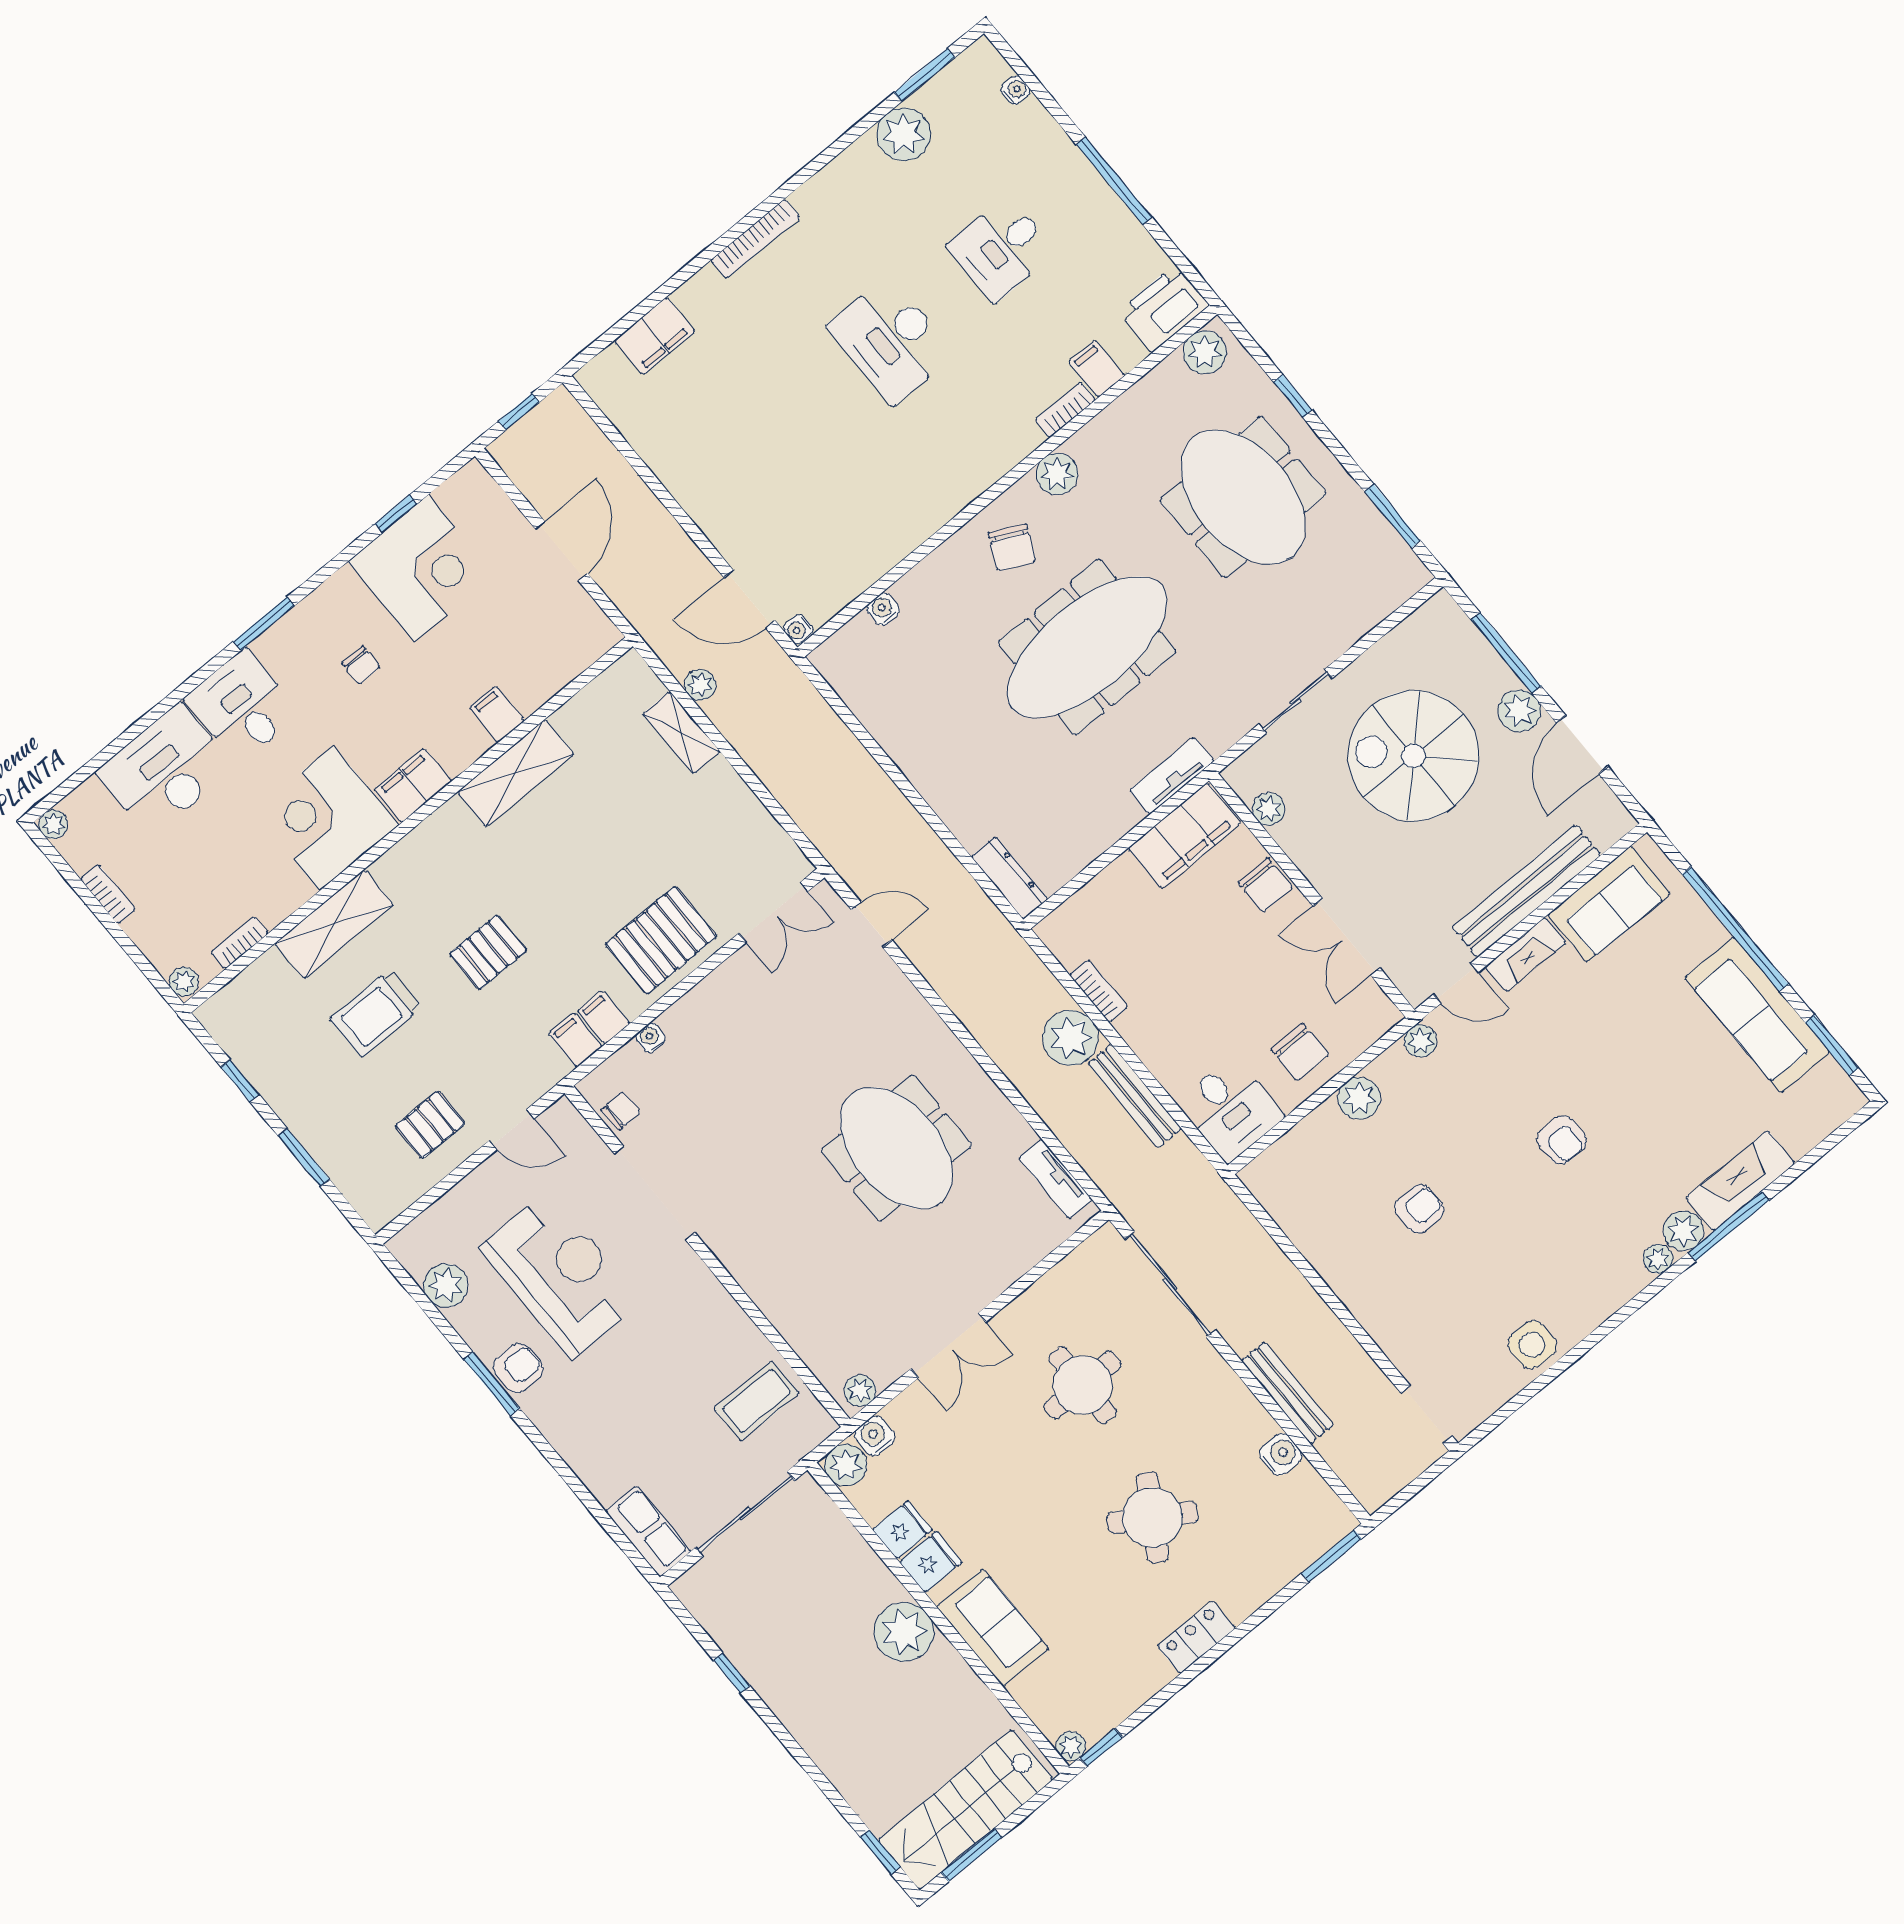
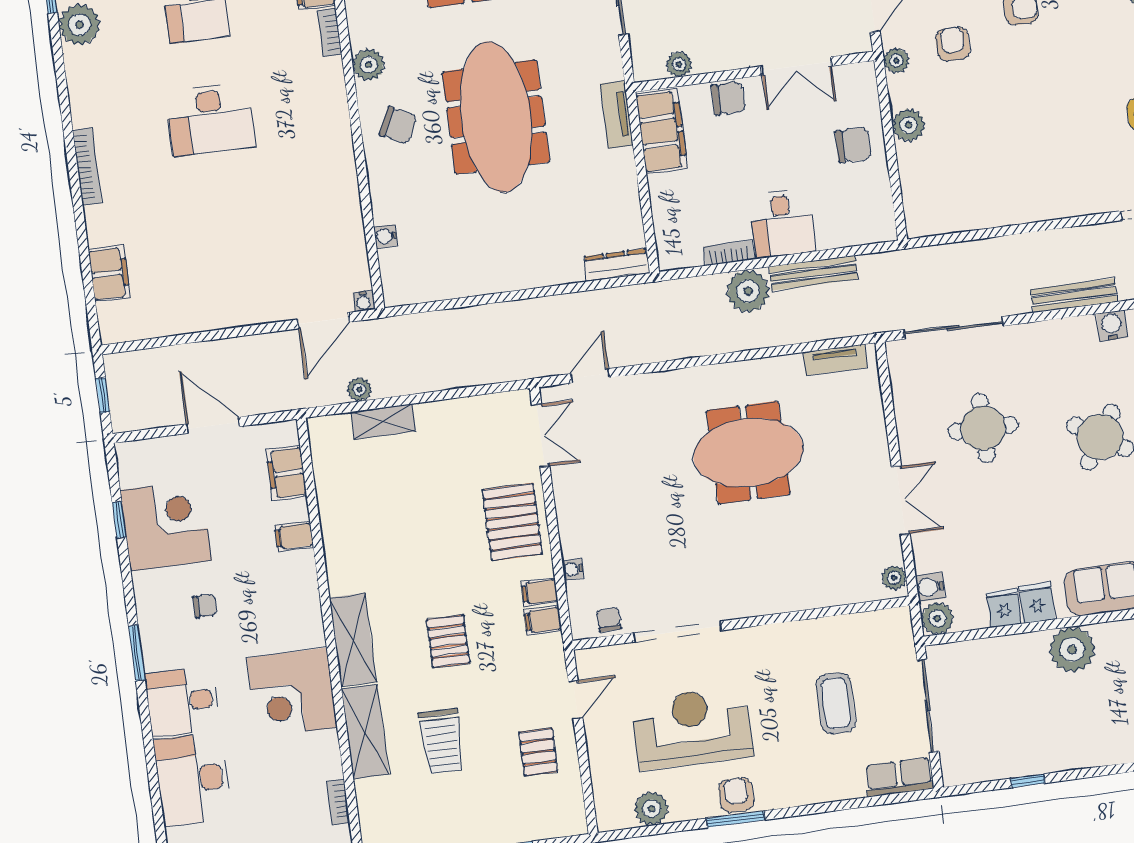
shelving: (516, 773) -> (353, 640), moved
filing cabinet: (413, 785) -> (287, 473), moved
desk: (1230, 1109) -> (782, 223), moved, turned 90
armchair: (1419, 1209) -> (953, 44), moved
coffee table: (756, 1401) -> (836, 703), moved

